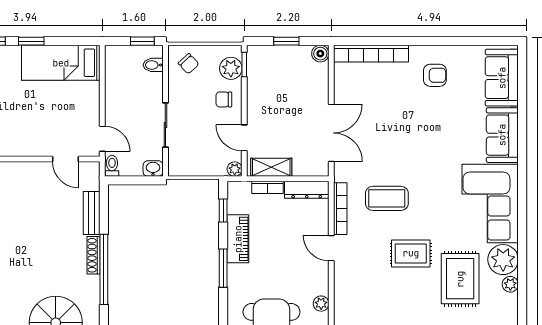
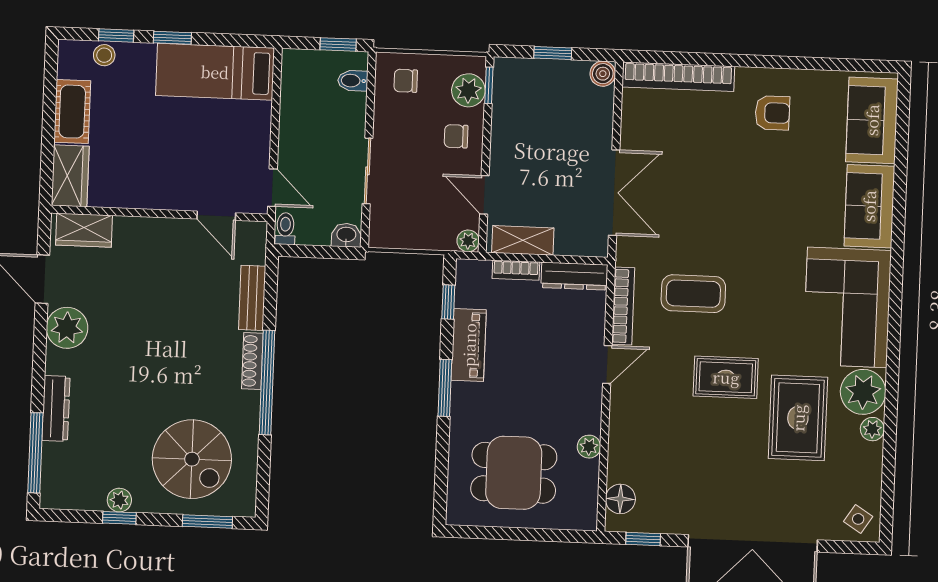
chair: (189, 64) -> (406, 81), turned 133
door: (331, 248) -> (607, 364), swing flipped

